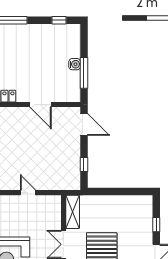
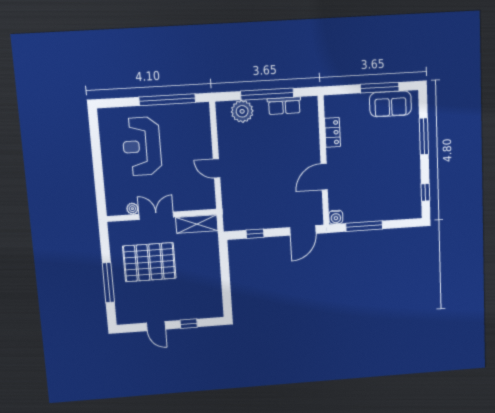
water cooler: (75, 64) -> (336, 217), moved
door: (28, 193) -> (217, 169), swing flipped

